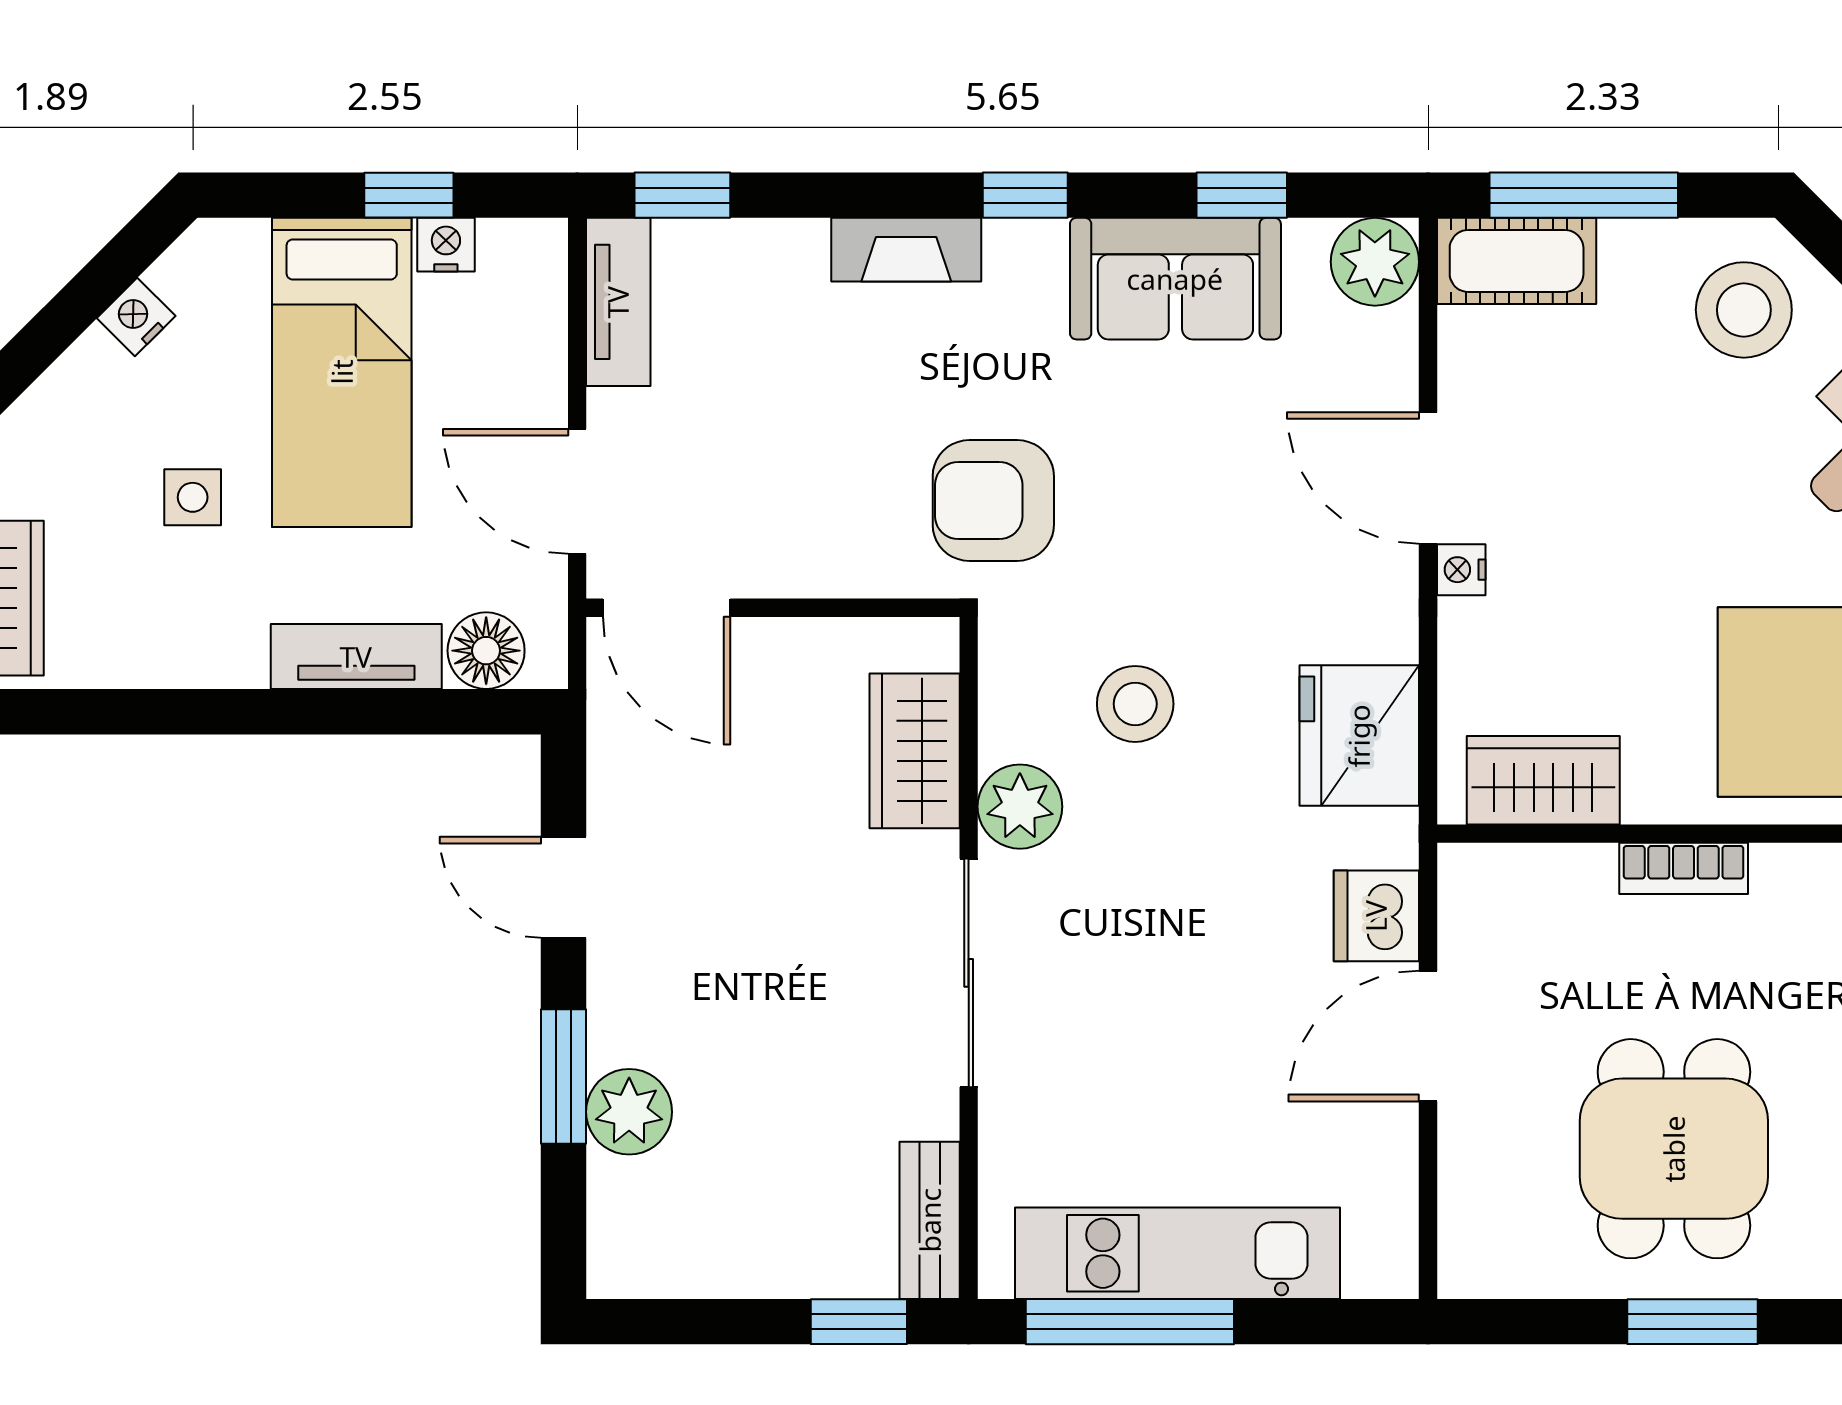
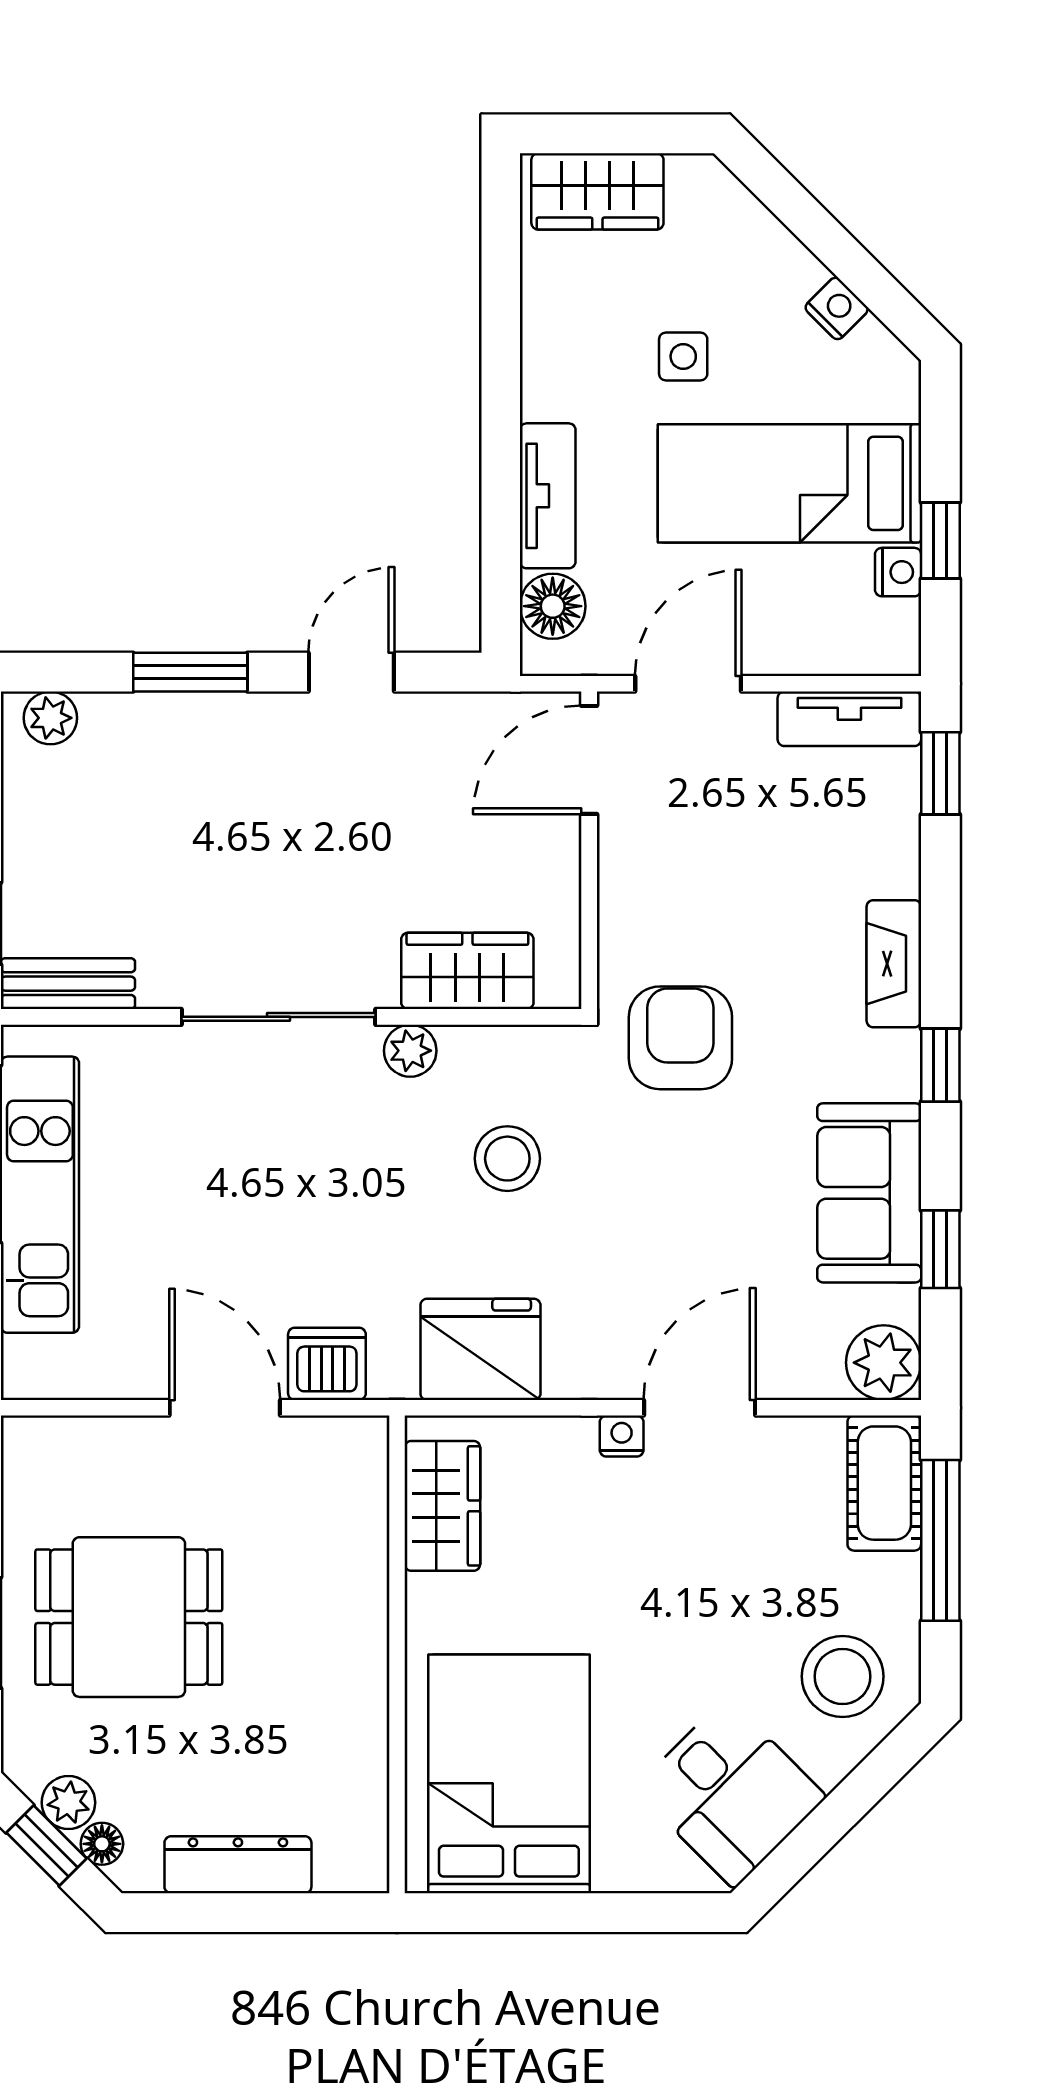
plant: (1020, 807) -> (410, 1051), width x0.73, depth x0.73
bookcase: (1684, 868) -> (367, 1625), removed
plant: (629, 1112) -> (50, 718), moved, width x0.73, depth x0.73

